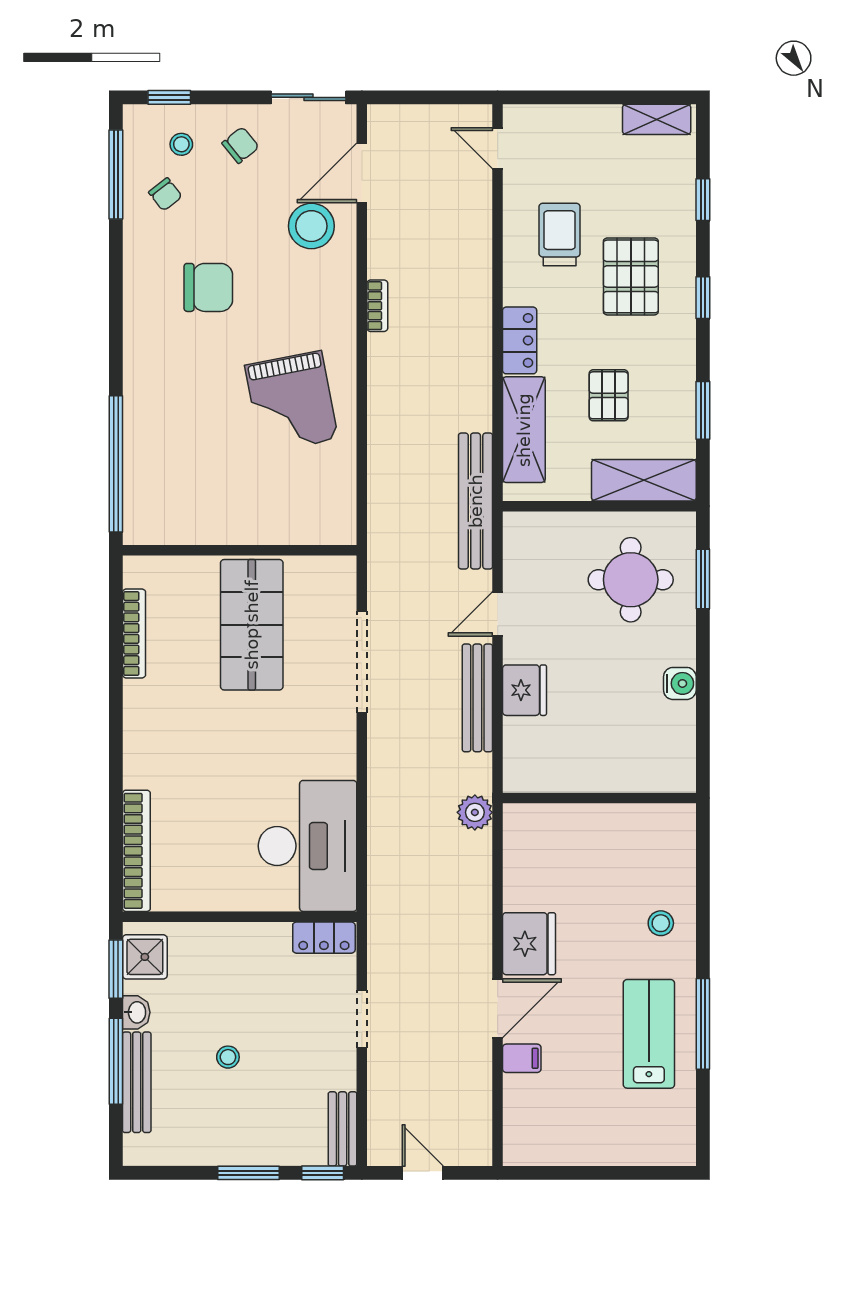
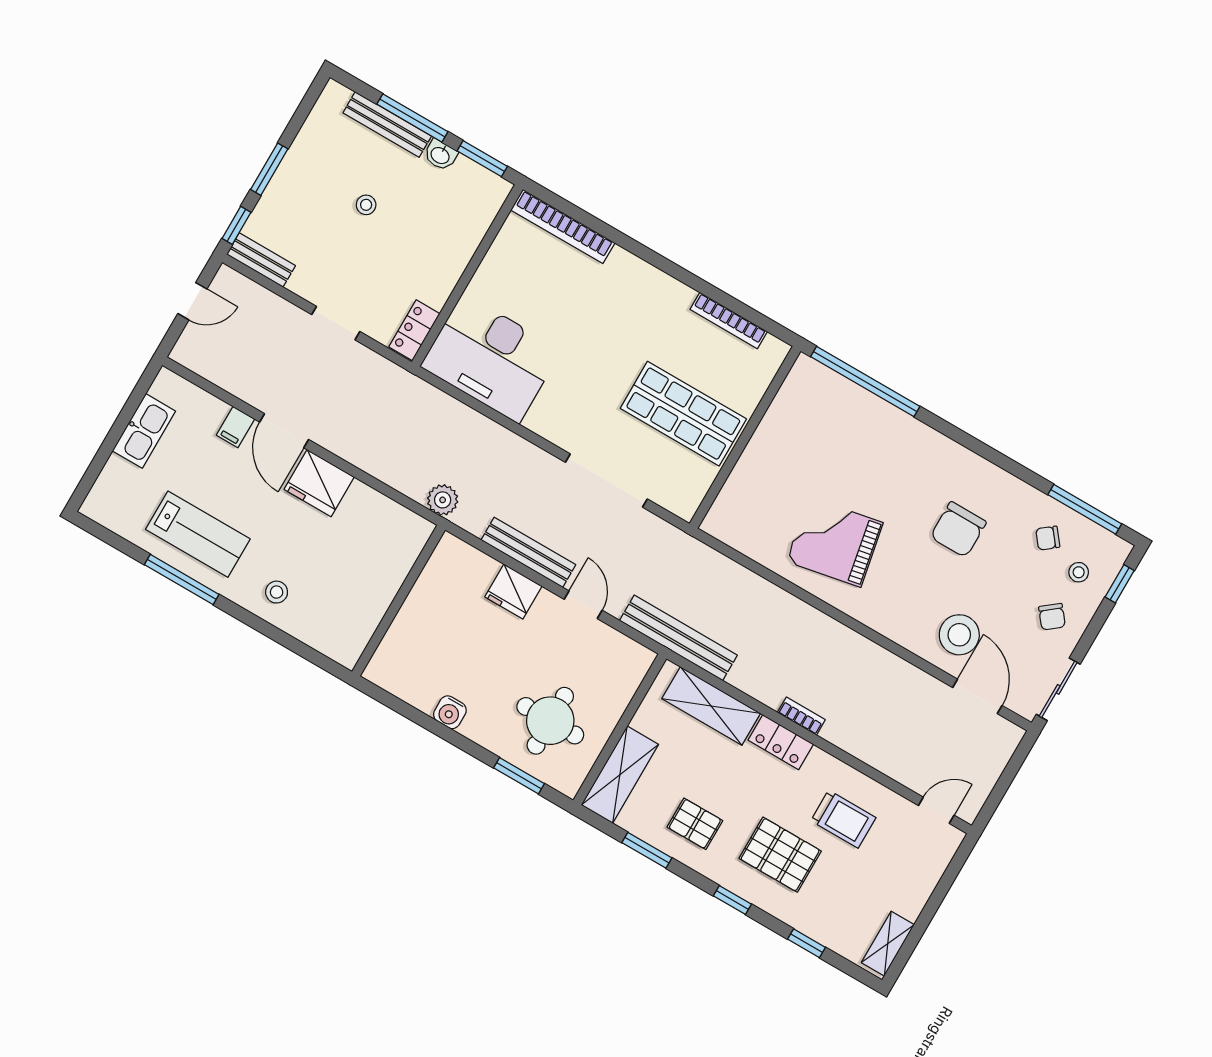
bookcase: (377, 306) -> (801, 716), moved, turned 180
pallet: (609, 395) -> (695, 824), moved
shower: (145, 957) -> (479, 186), removed
kitchen sink: (578, 1146) -> (144, 431), added

